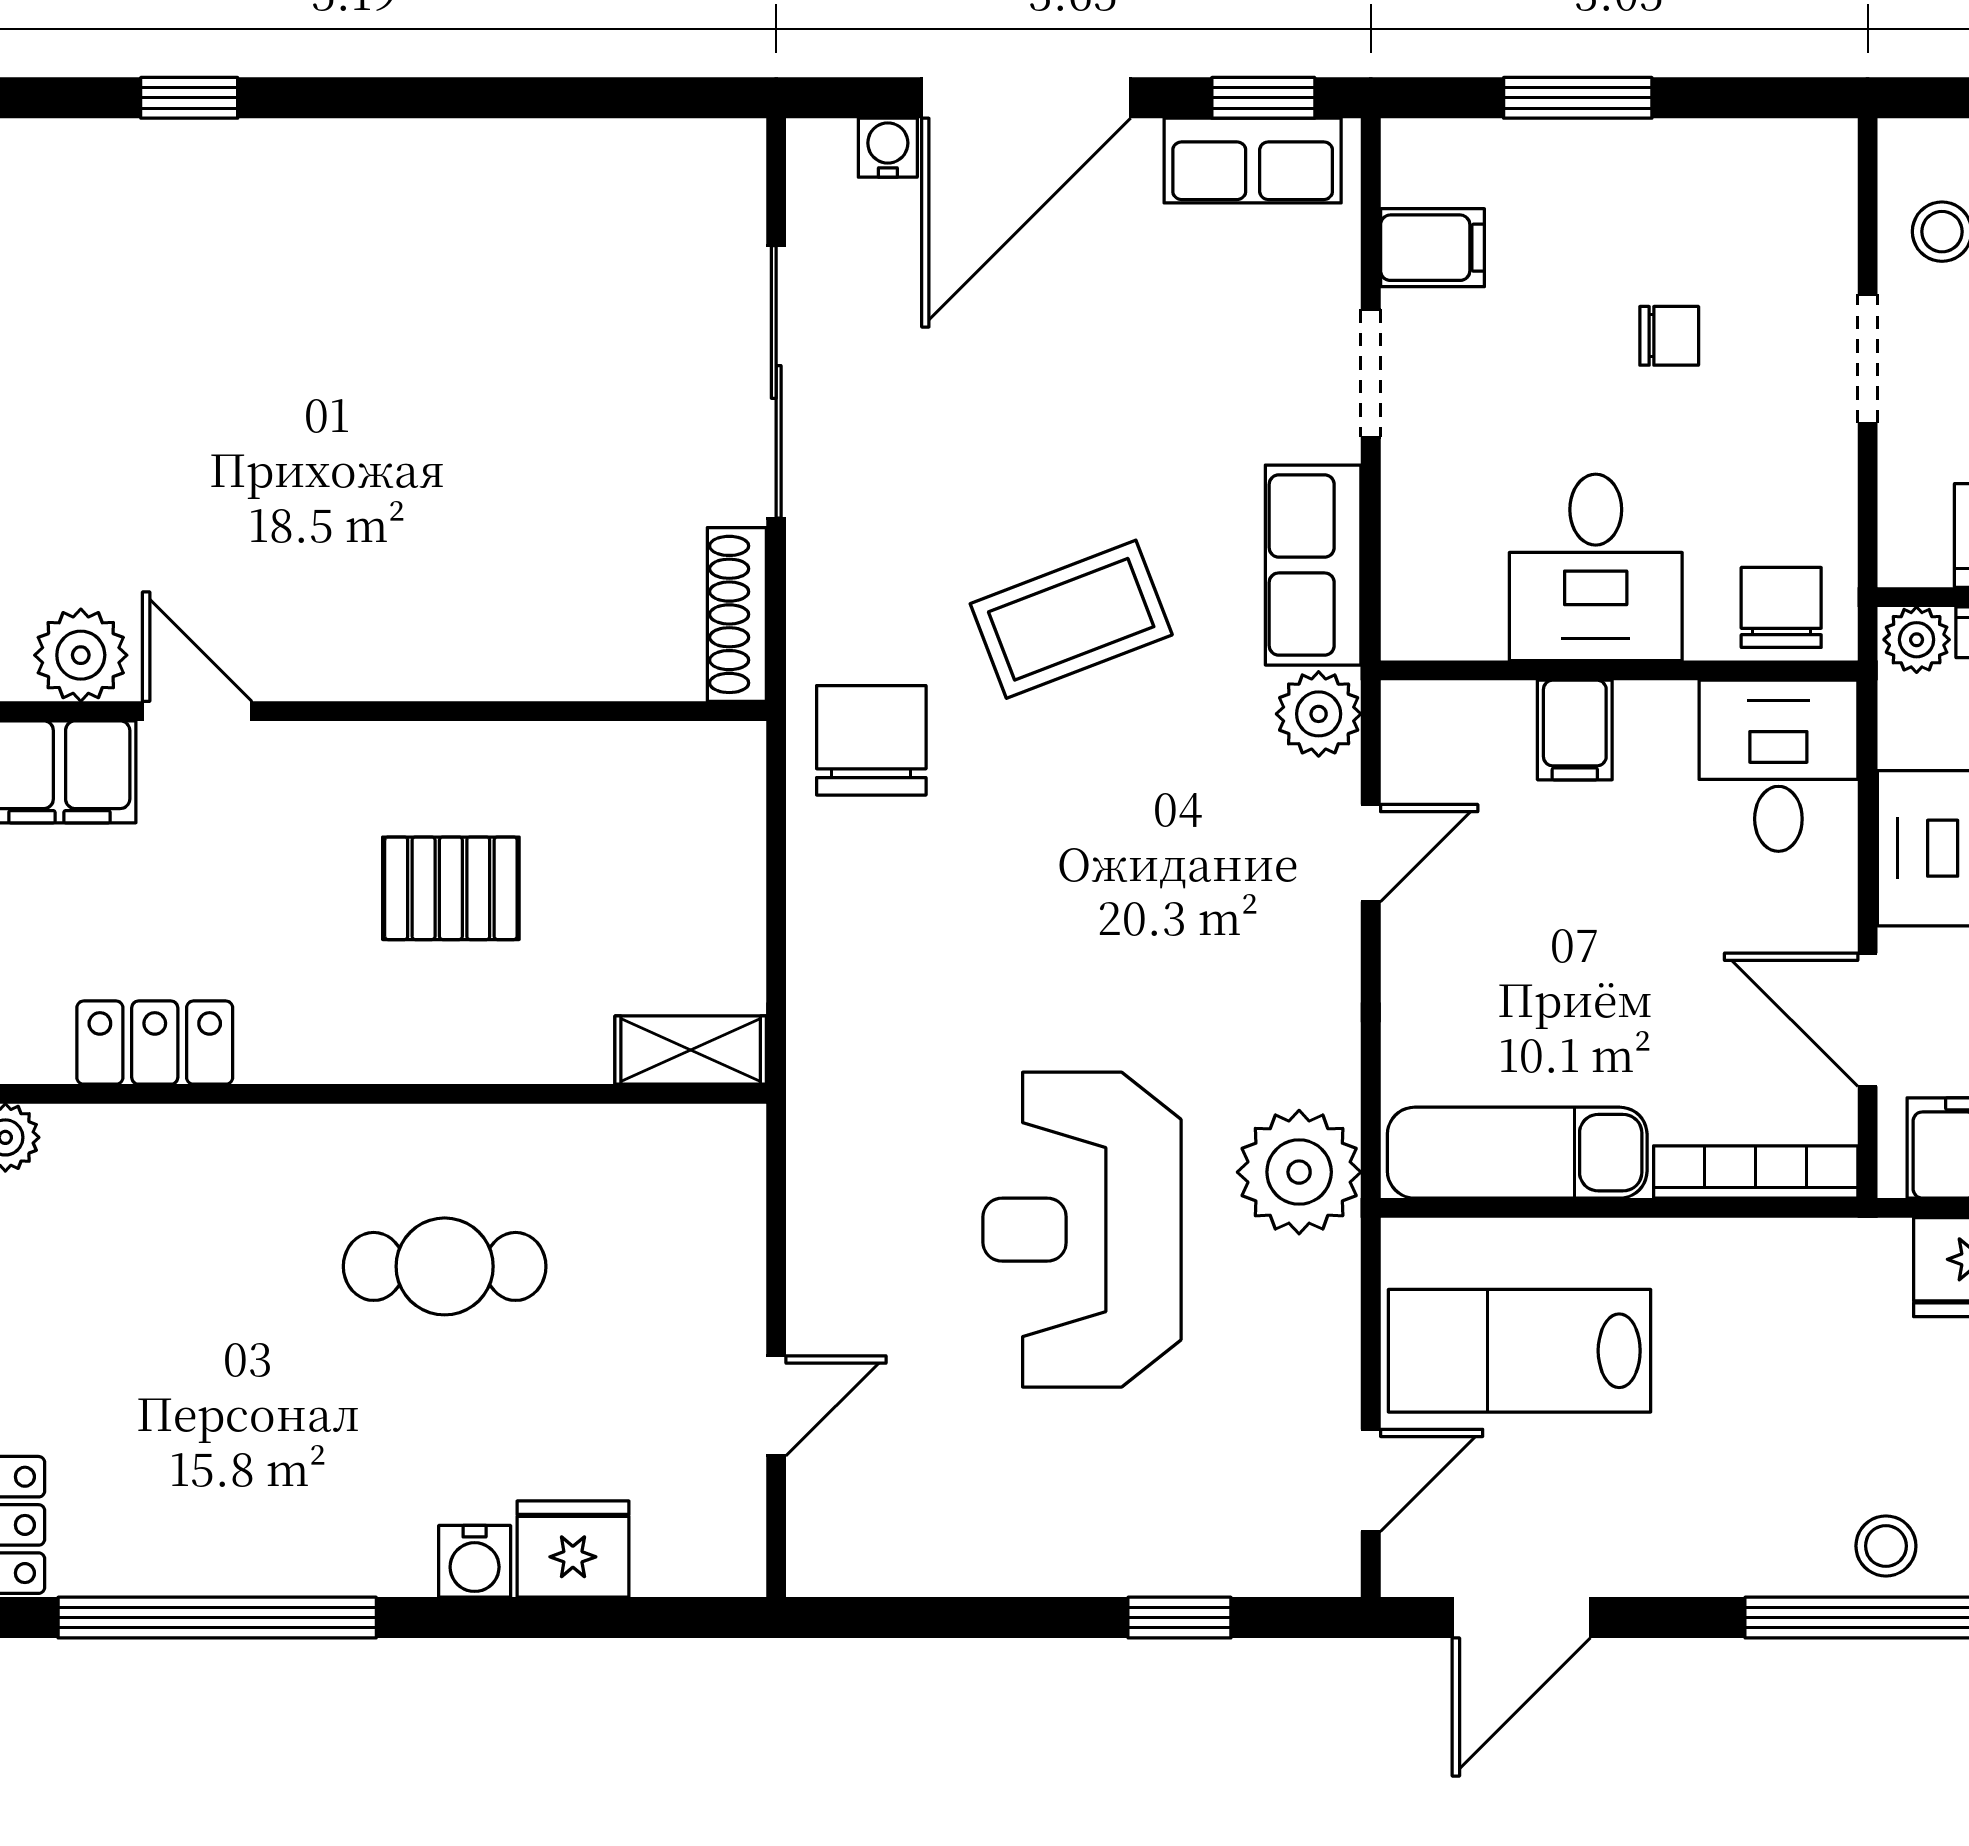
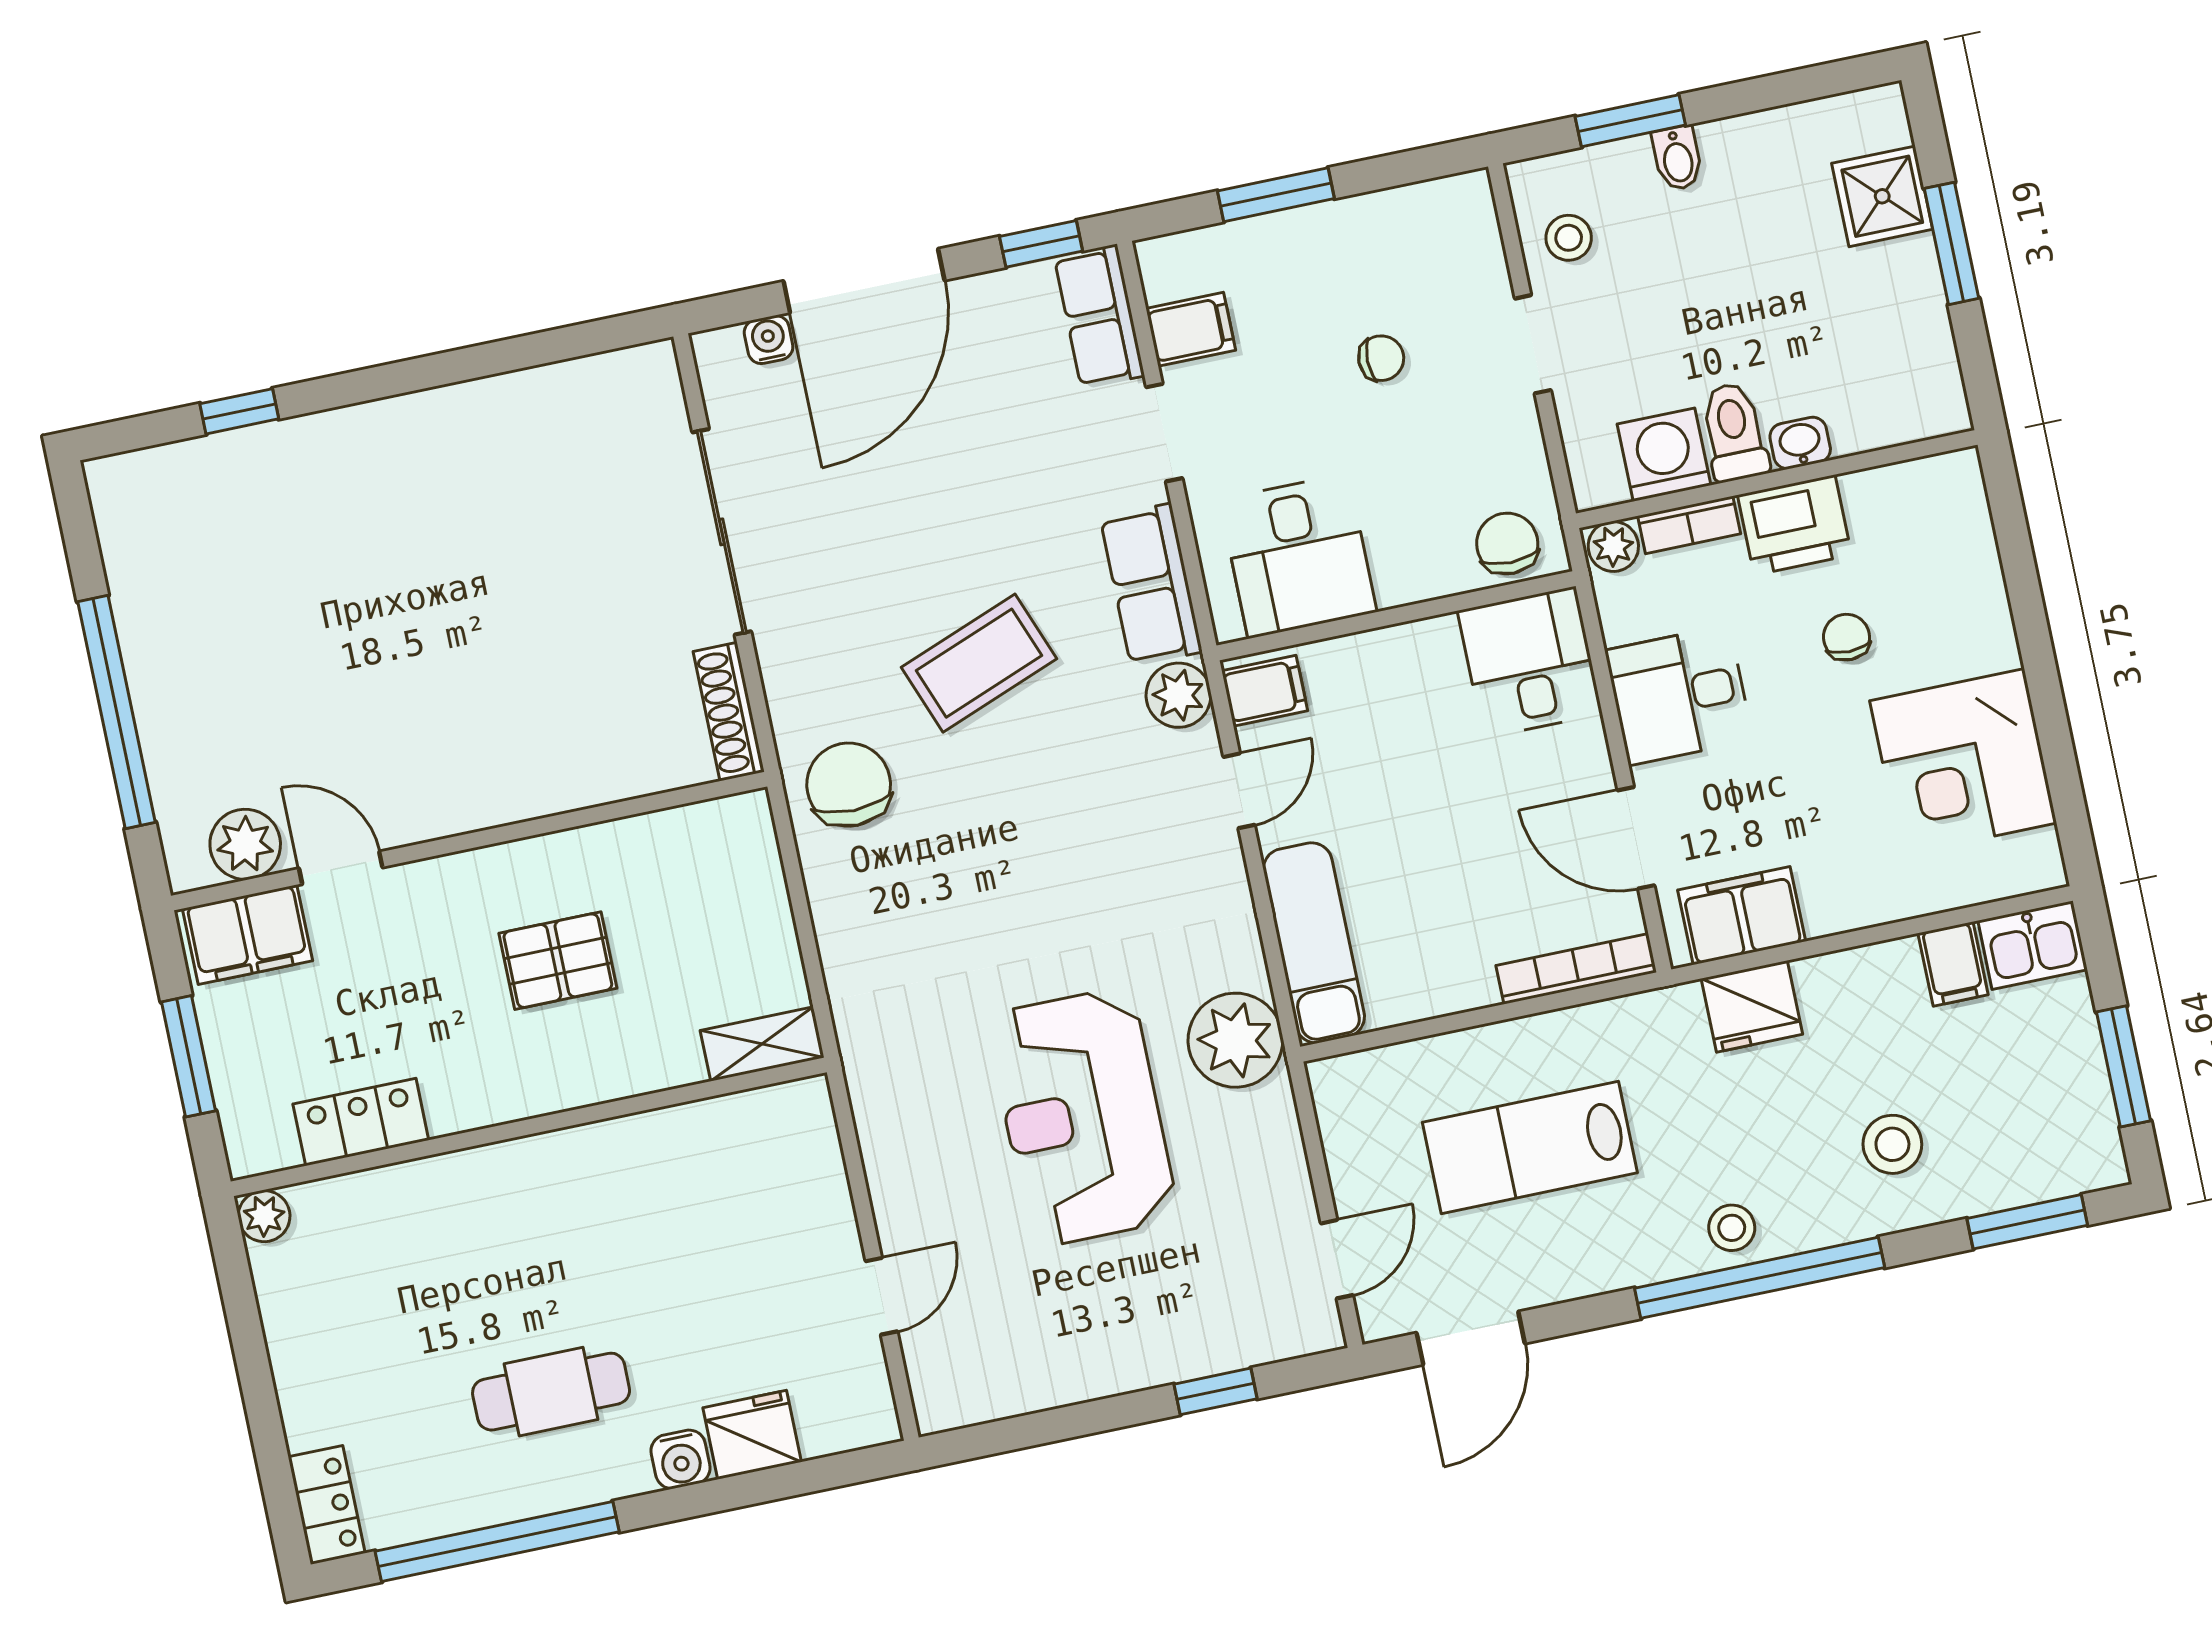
row of seats: (1253, 161) -> (1099, 316), moved, turned 90
desk: (1596, 567) -> (1298, 556), moved
filing cabinet: (1575, 730) -> (1265, 691), moved, turned -90
exam couch: (1517, 1153) -> (1314, 943), moved, turned 90
cafe table: (445, 1266) -> (551, 1392), moved
lab bench: (1519, 1351) -> (1530, 1147), moved

